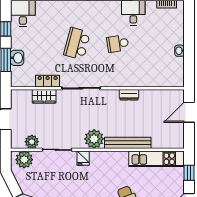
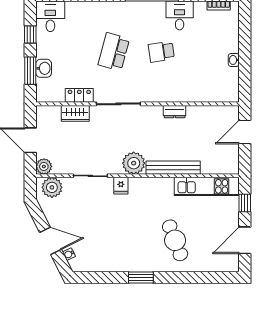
plant: (32, 142) -> (44, 166), moved

